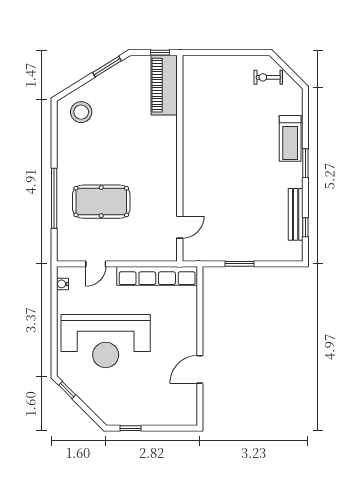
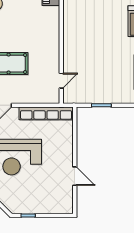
door: (200, 369) -> (75, 176), swing flipped

